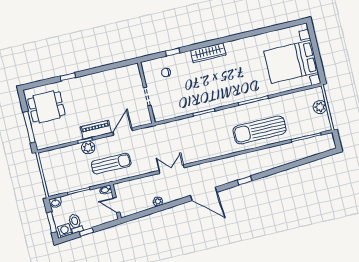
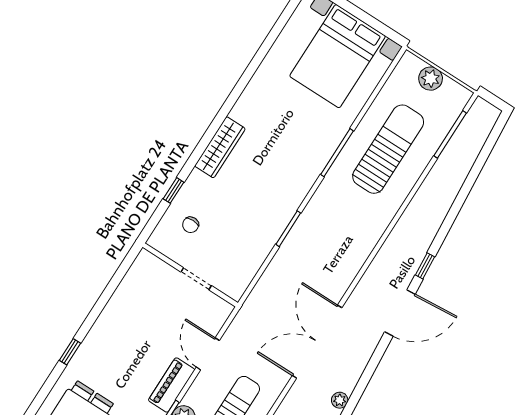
sun lounger: (260, 130) -> (388, 149), moved, turned 180
double door: (172, 169) -> (317, 342), width x1.87
door: (204, 194) -> (400, 313), moved

